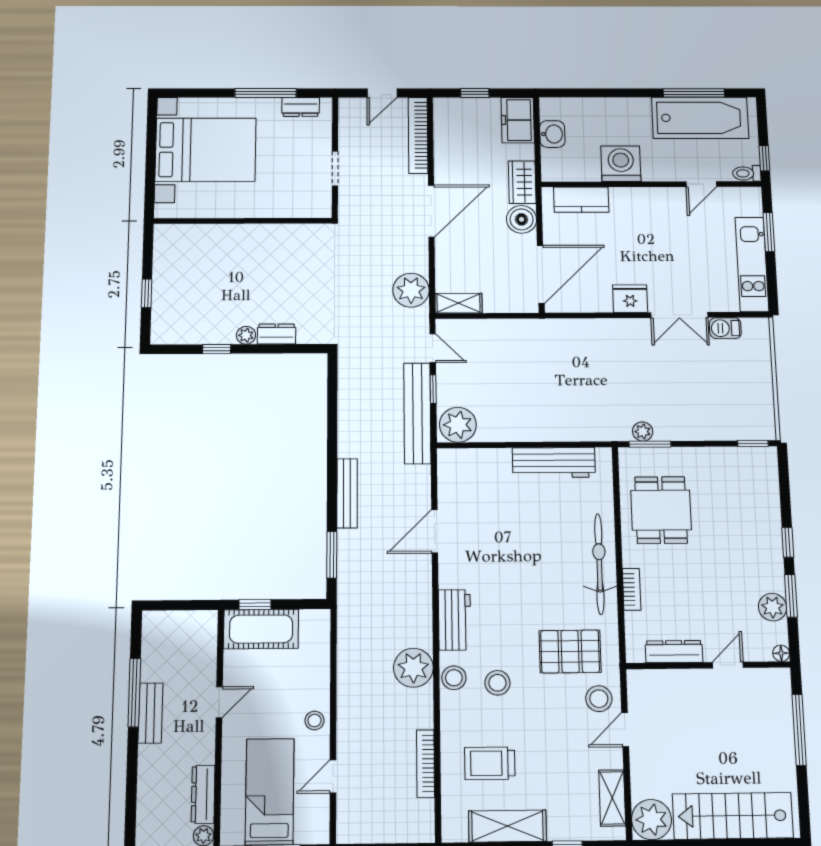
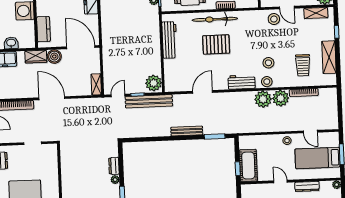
plant: (411, 290) -> (281, 98), moved
door: (435, 531) -> (203, 92), swing flipped
pallet: (570, 652) -> (216, 44), moved, turned 90
dresser: (203, 794) -> (307, 186), moved

